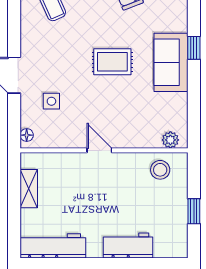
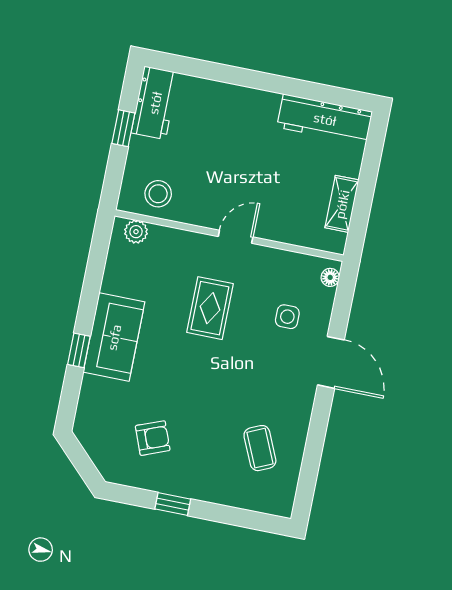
rug: (112, 62) -> (210, 308), moved, turned 90
door: (99, 150) -> (236, 237), swing flipped
workbench: (128, 246) -> (155, 103), moved, turned -90

